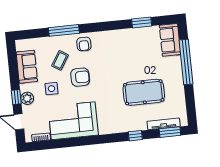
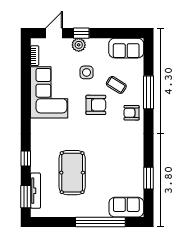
sofa: (27, 67) -> (126, 48), moved
armchair: (80, 77) -> (96, 105), turned -90

